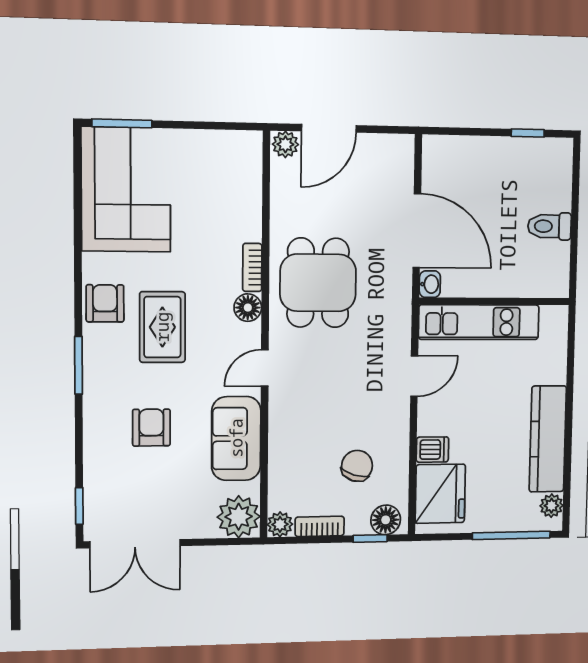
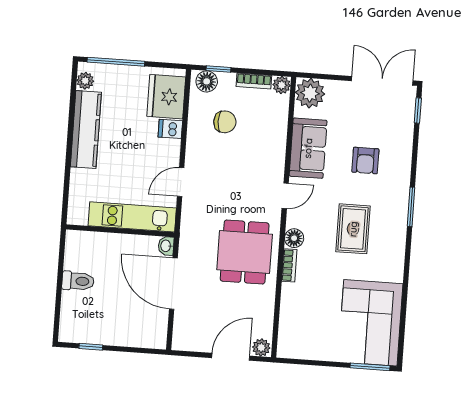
armchair: (105, 303) -> (390, 248), removed
chair: (357, 466) -> (225, 122), turned -108

